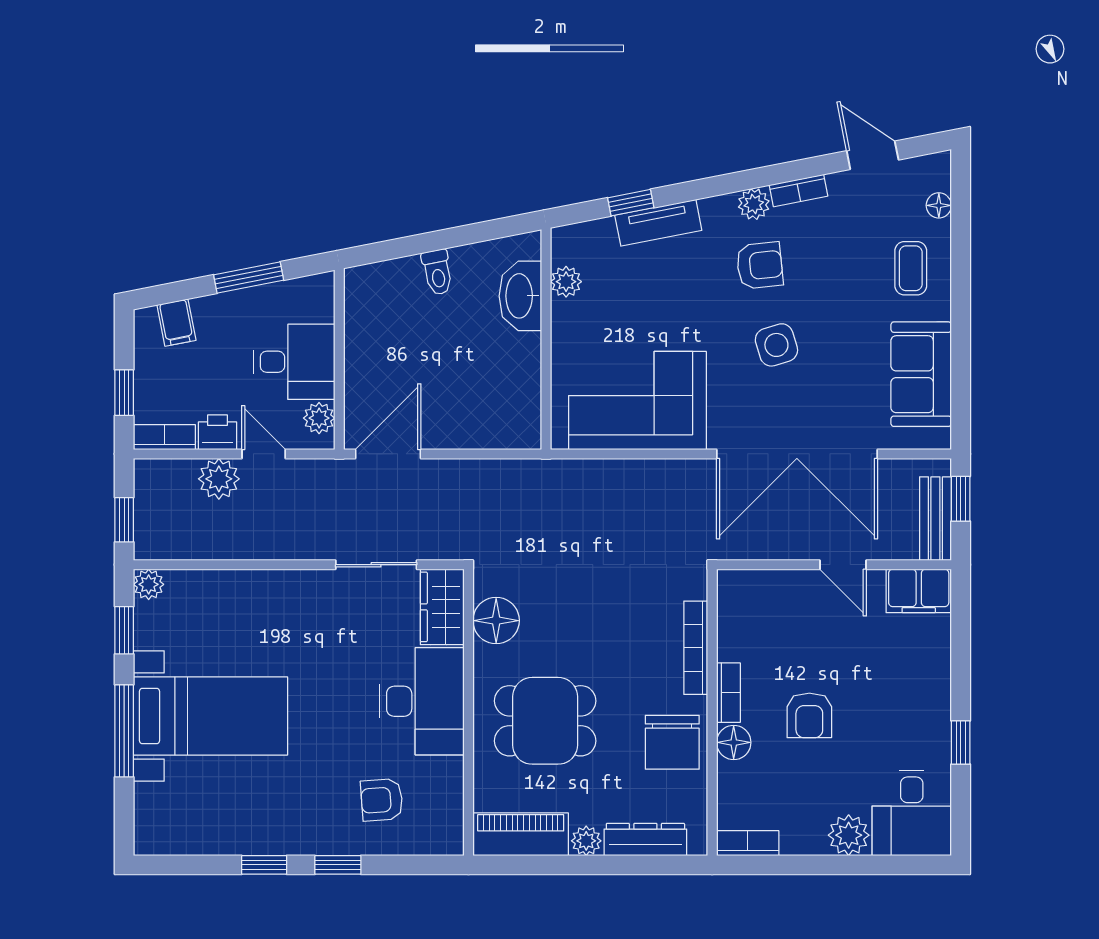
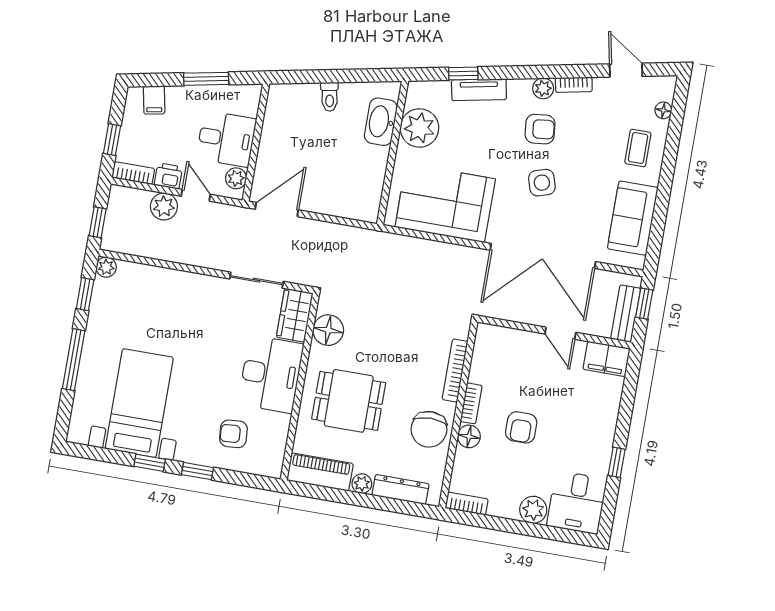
plant: (566, 282) -> (419, 128), width x1.87, depth x1.87
bed with nightstands: (210, 716) -> (139, 403), moved, turned -90

